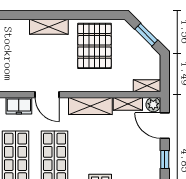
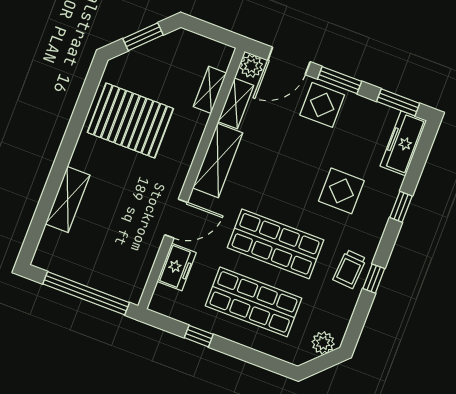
shelving: (49, 27) -> (68, 199), moved
shelving: (147, 86) -> (210, 90), moved
display table: (146, 155) -> (322, 105), added
window: (165, 160) -> (340, 80), width x1.50

